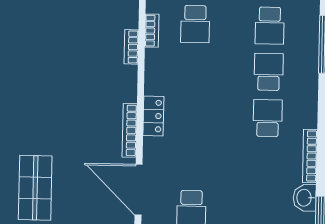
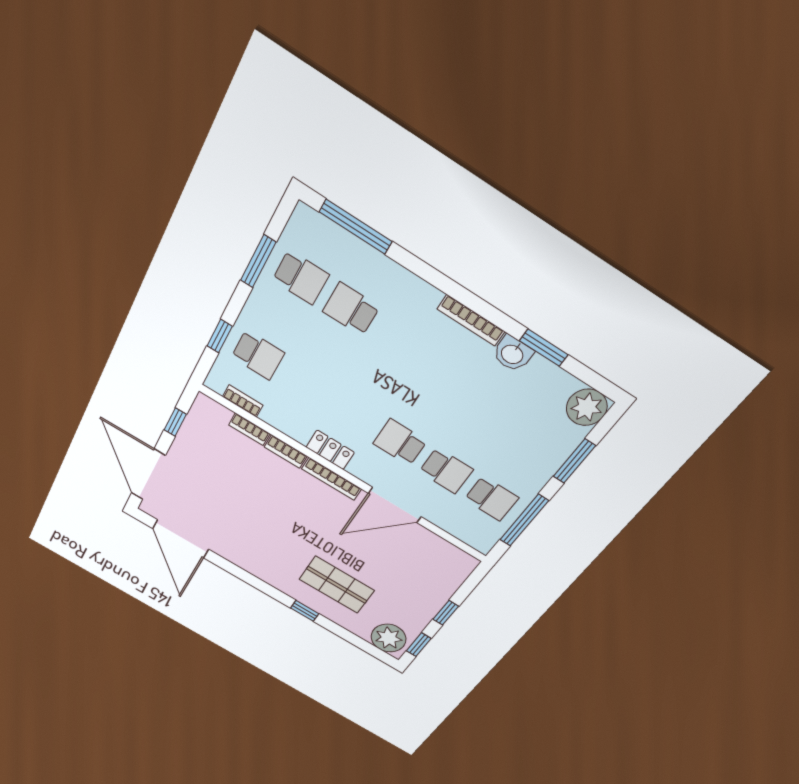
bookcase: (130, 84) -> (286, 452), added
school desk: (268, 118) -> (400, 442), moved

